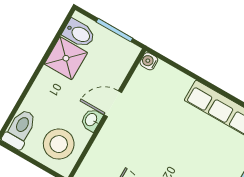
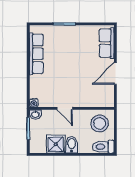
bidet: (79, 33) -> (72, 145), moved
washbasin: (91, 120) -> (35, 114), moved

